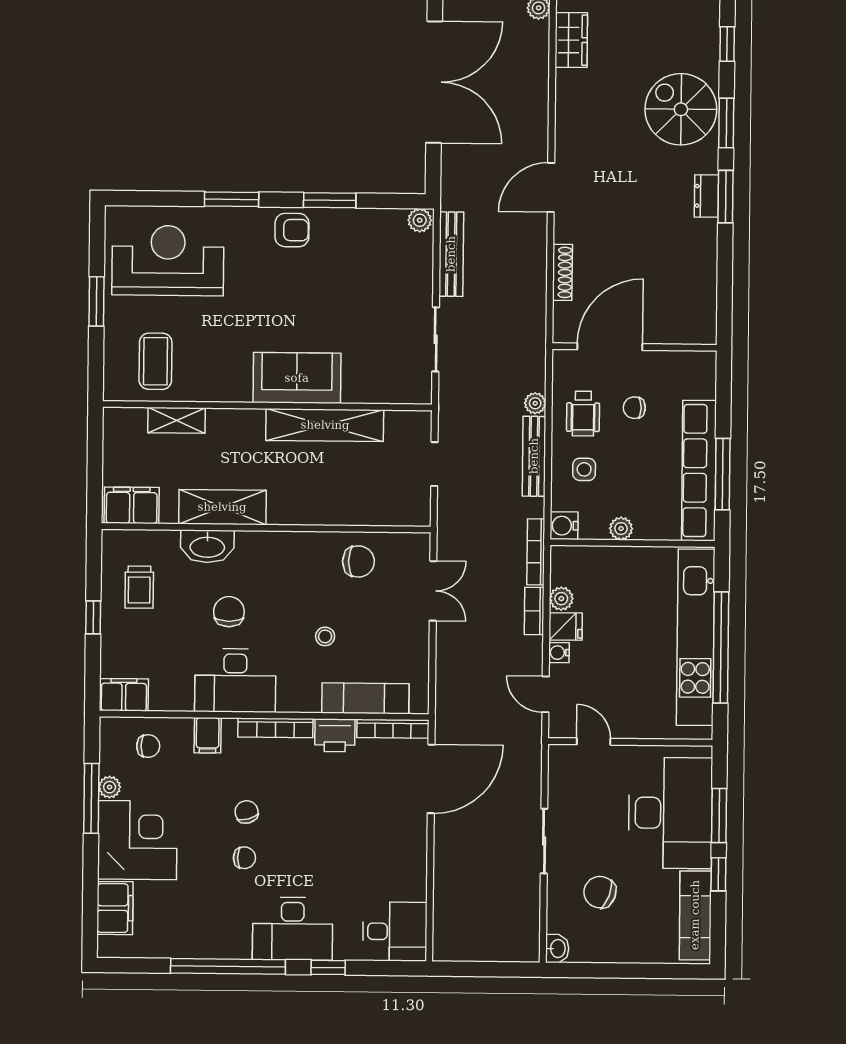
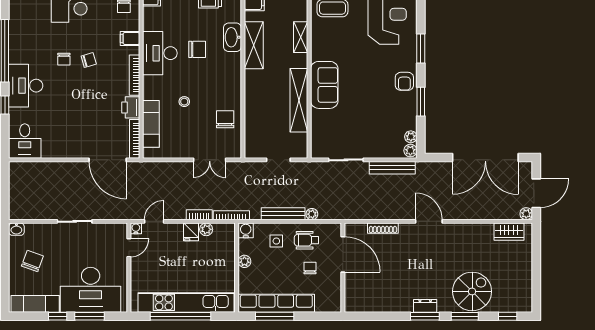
plant: (394, 219) -> (411, 137), added
shelving: (177, 420) -> (301, 37), moved
chair: (358, 561) -> (225, 119), turned 180
water cooler: (559, 653) -> (136, 228), moved
chair: (600, 892) -> (32, 261), moved

